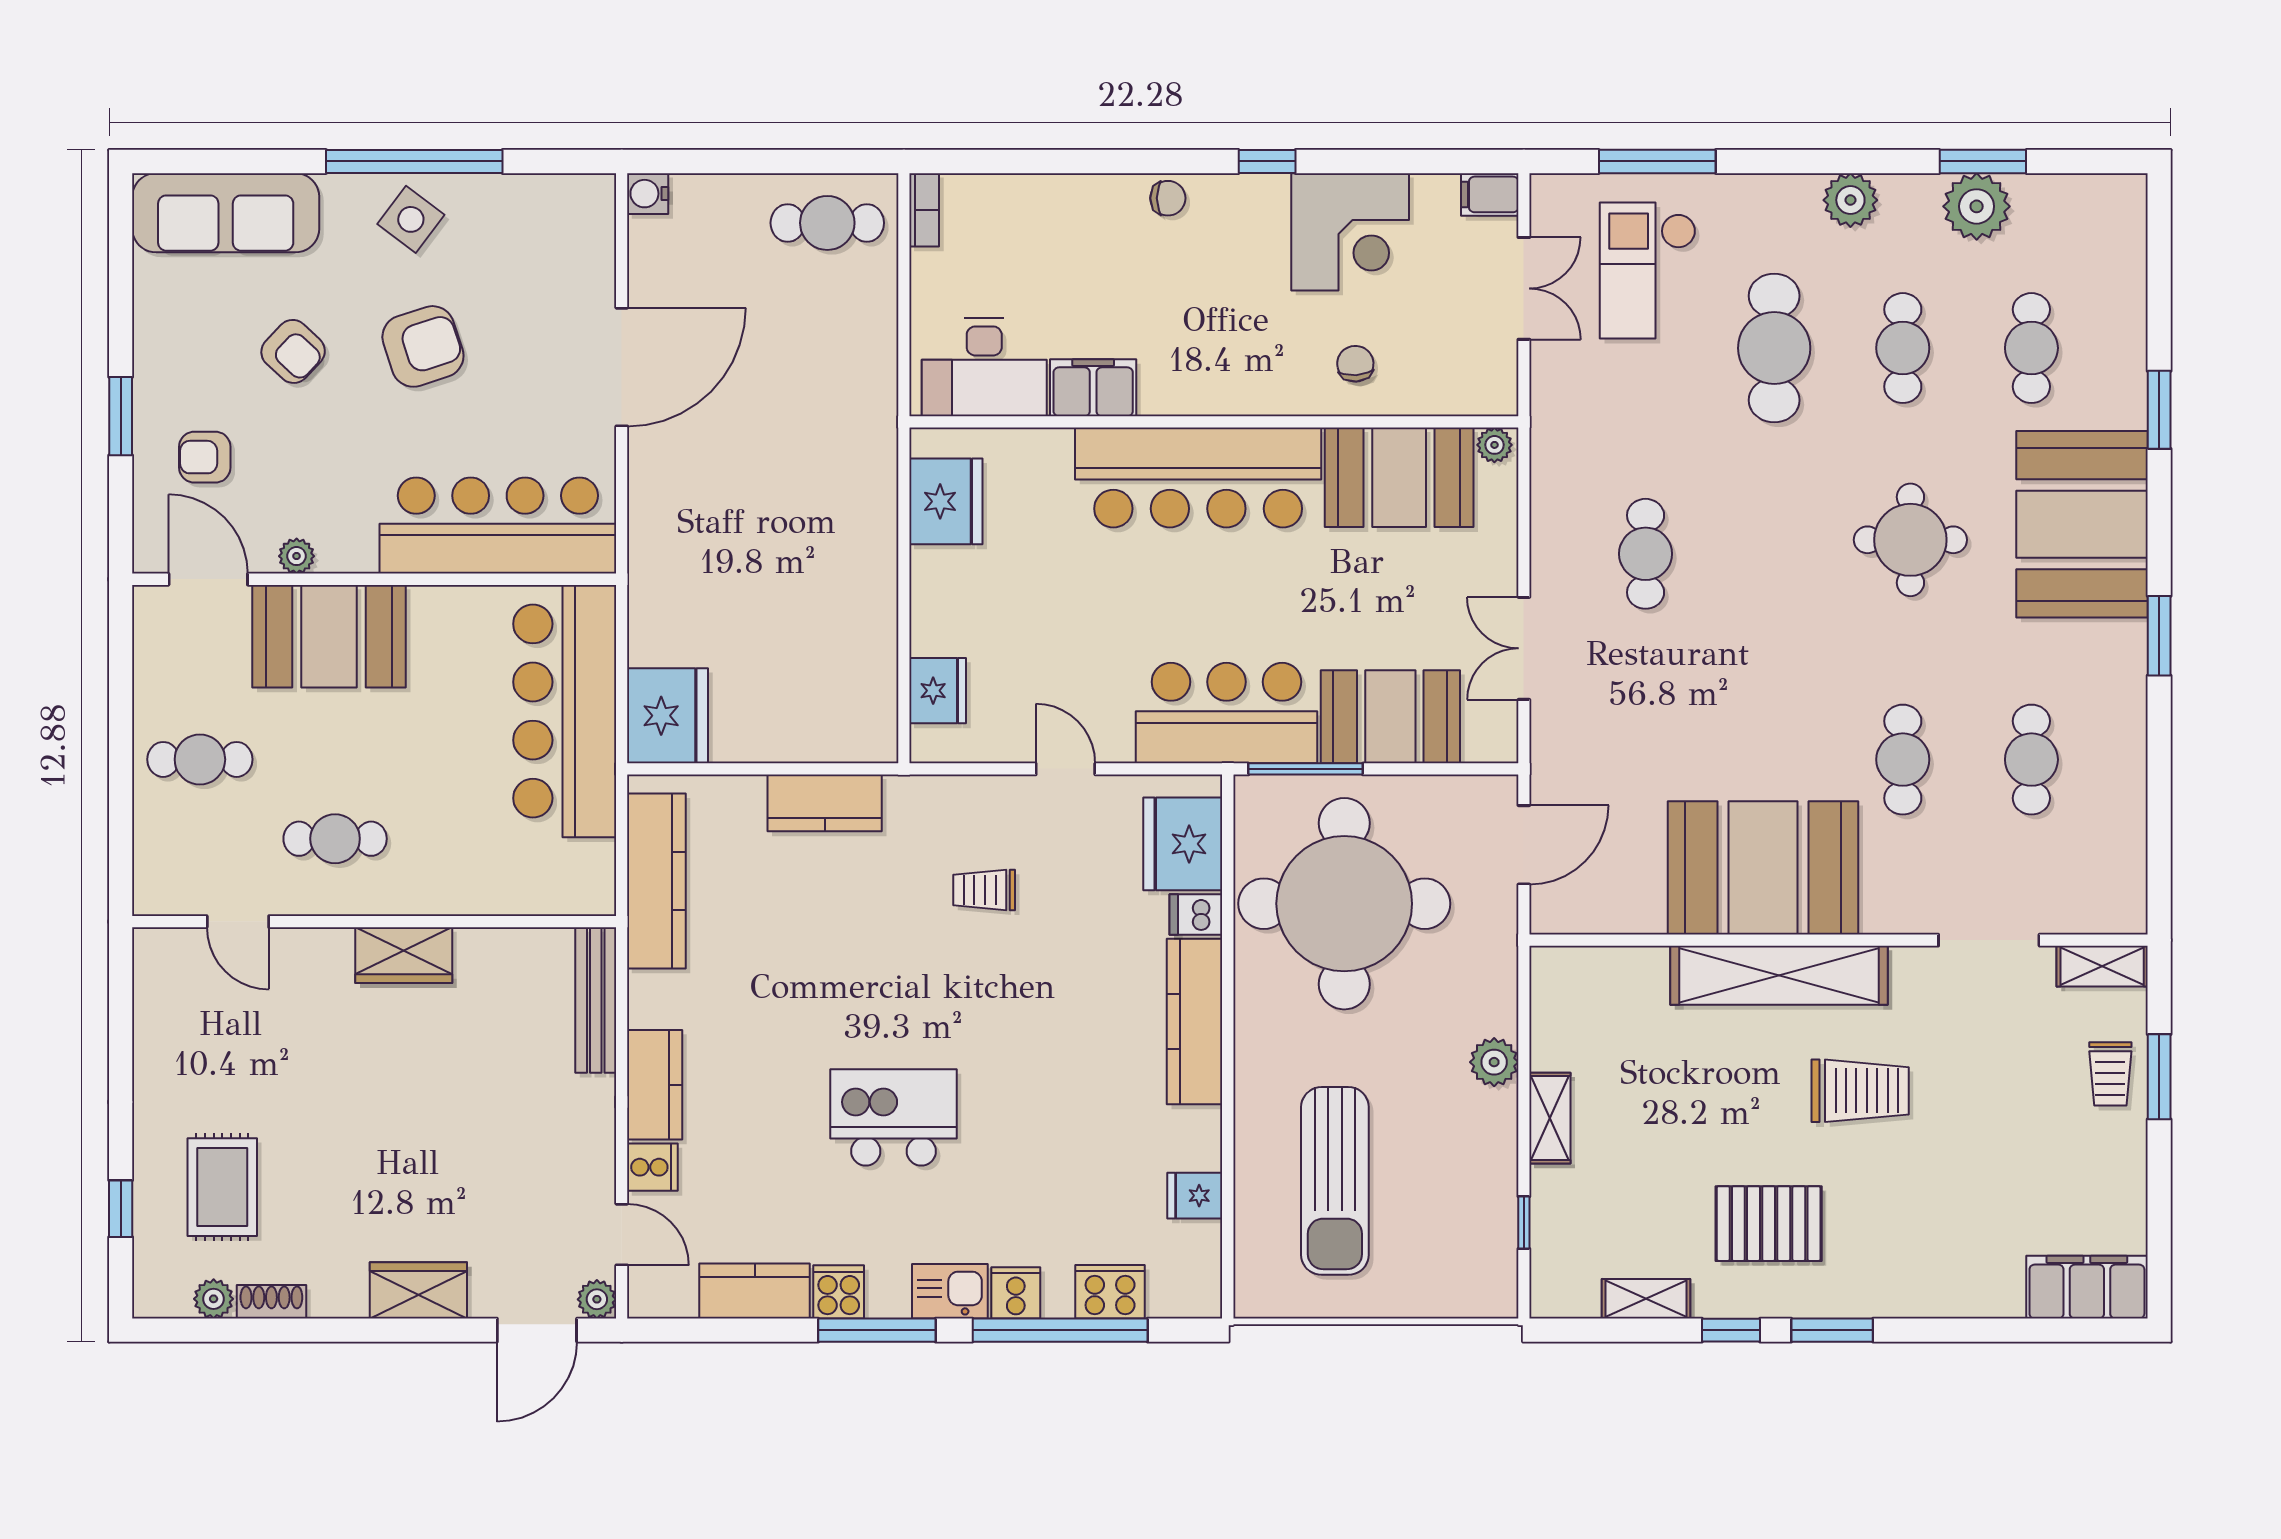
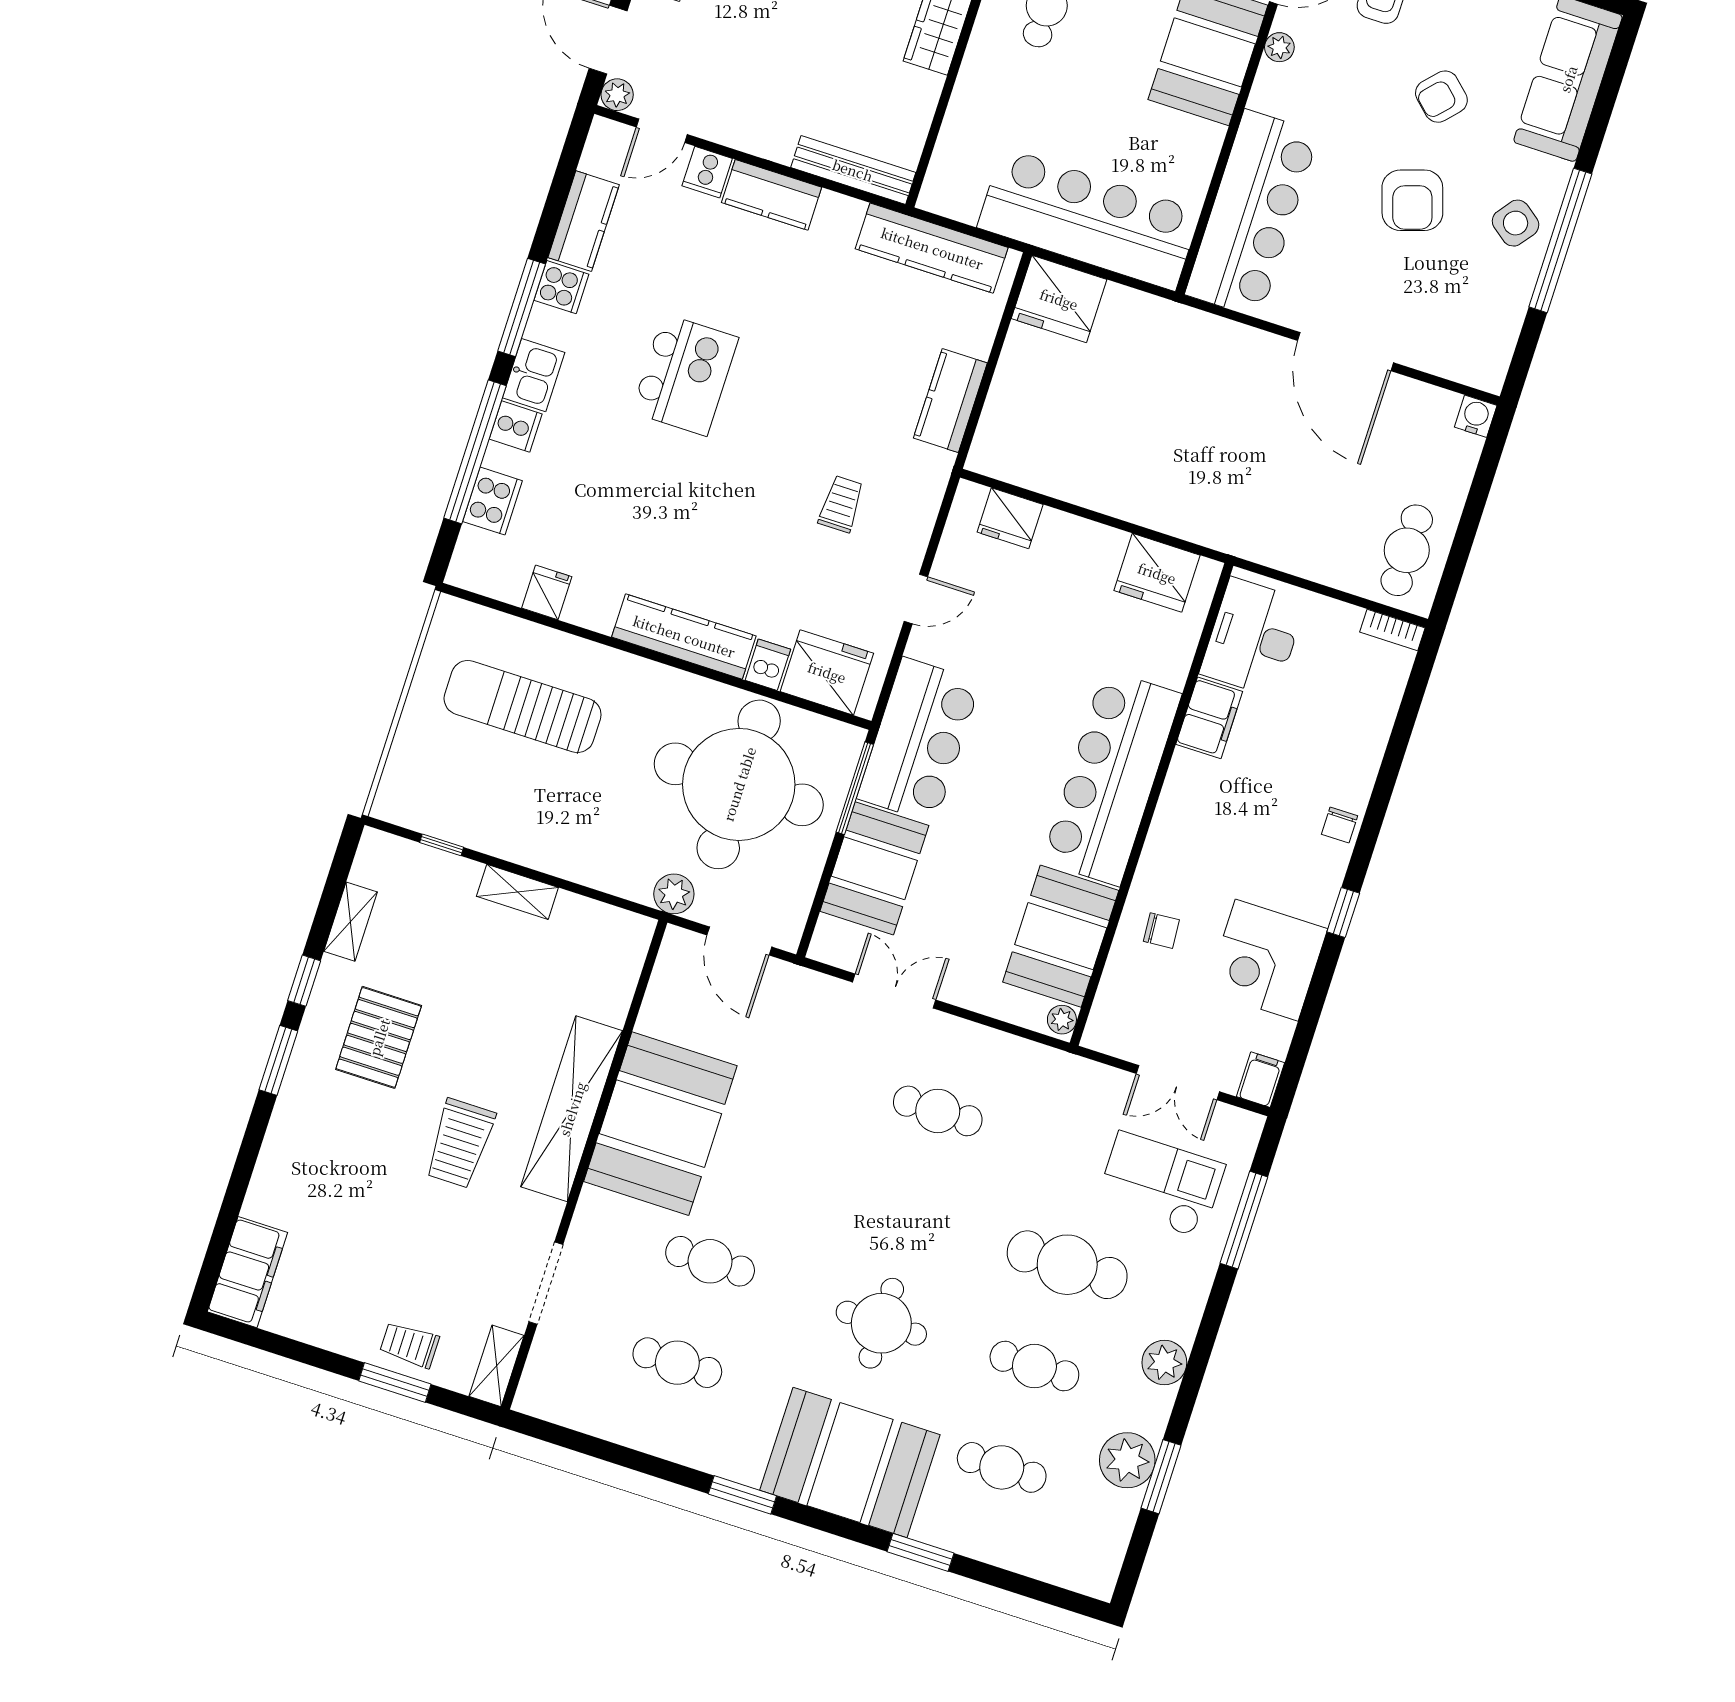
plant: (1494, 1062) -> (674, 894), moved

